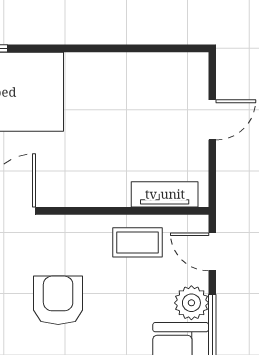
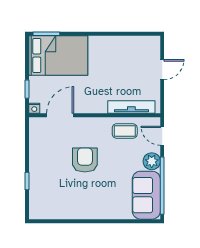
tv unit: (165, 194) -> (131, 107), width x1.41

